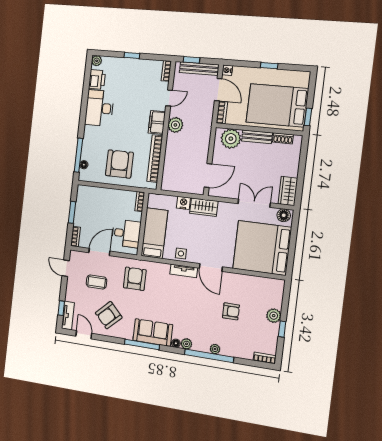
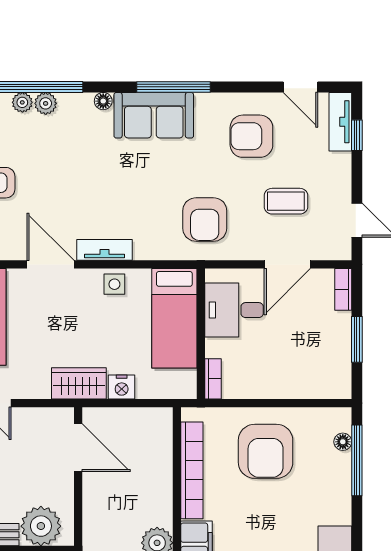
door: (208, 176) -> (78, 448), swing flipped
armchair: (109, 315) -> (251, 136), turned -136
plant: (186, 344) -> (46, 103), moved

